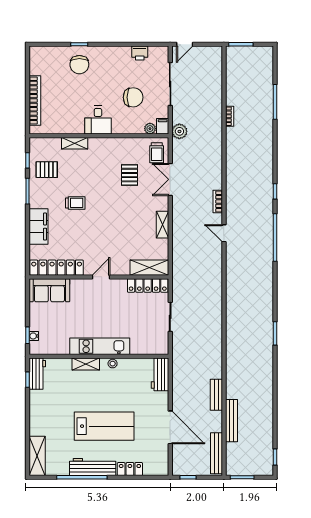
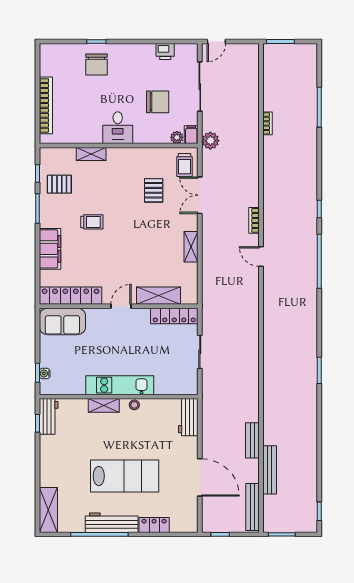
shelving: (149, 268) -> (158, 296), moved

